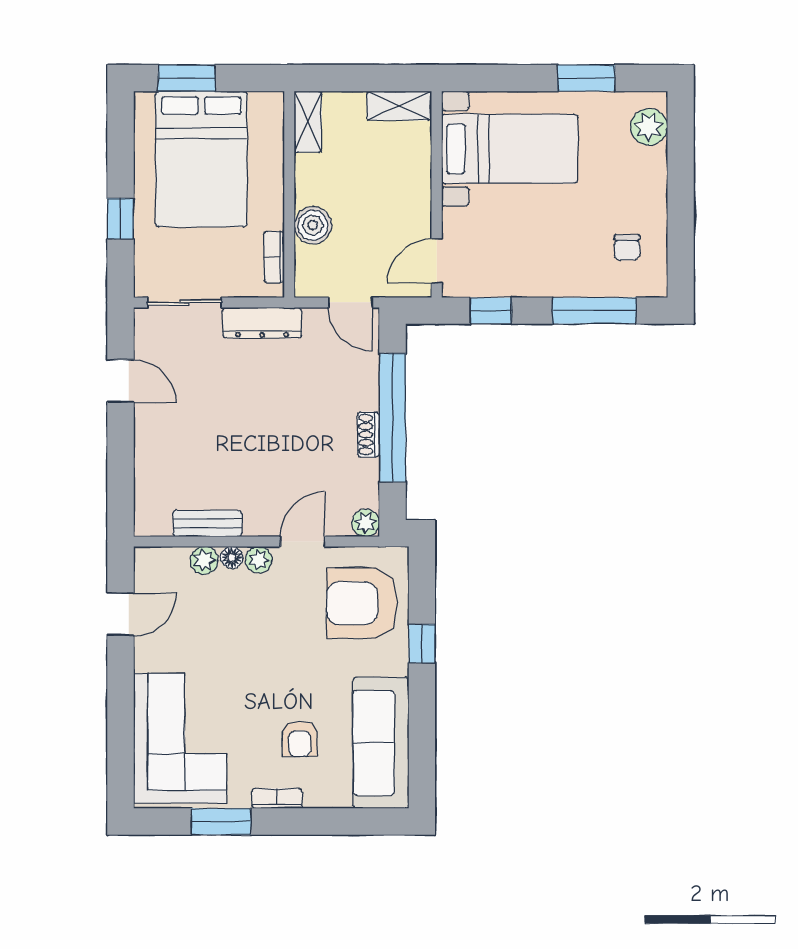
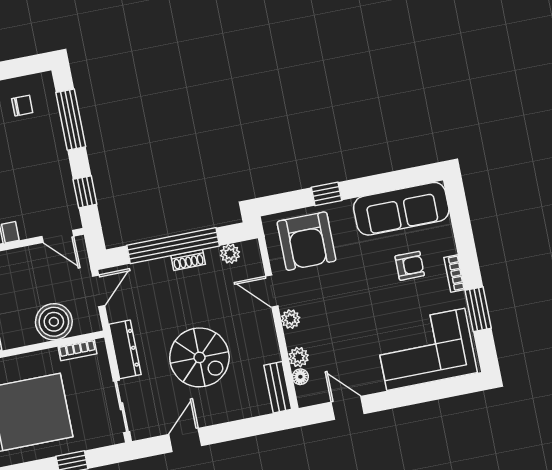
boiler: (313, 225) -> (54, 322), width x1.37, depth x1.37
spiral stairs: (231, 423) -> (199, 357), added
bench: (207, 523) -> (278, 387), moved
plant: (366, 523) -> (230, 254), moved
floor lamp: (232, 557) -> (300, 377), moved

